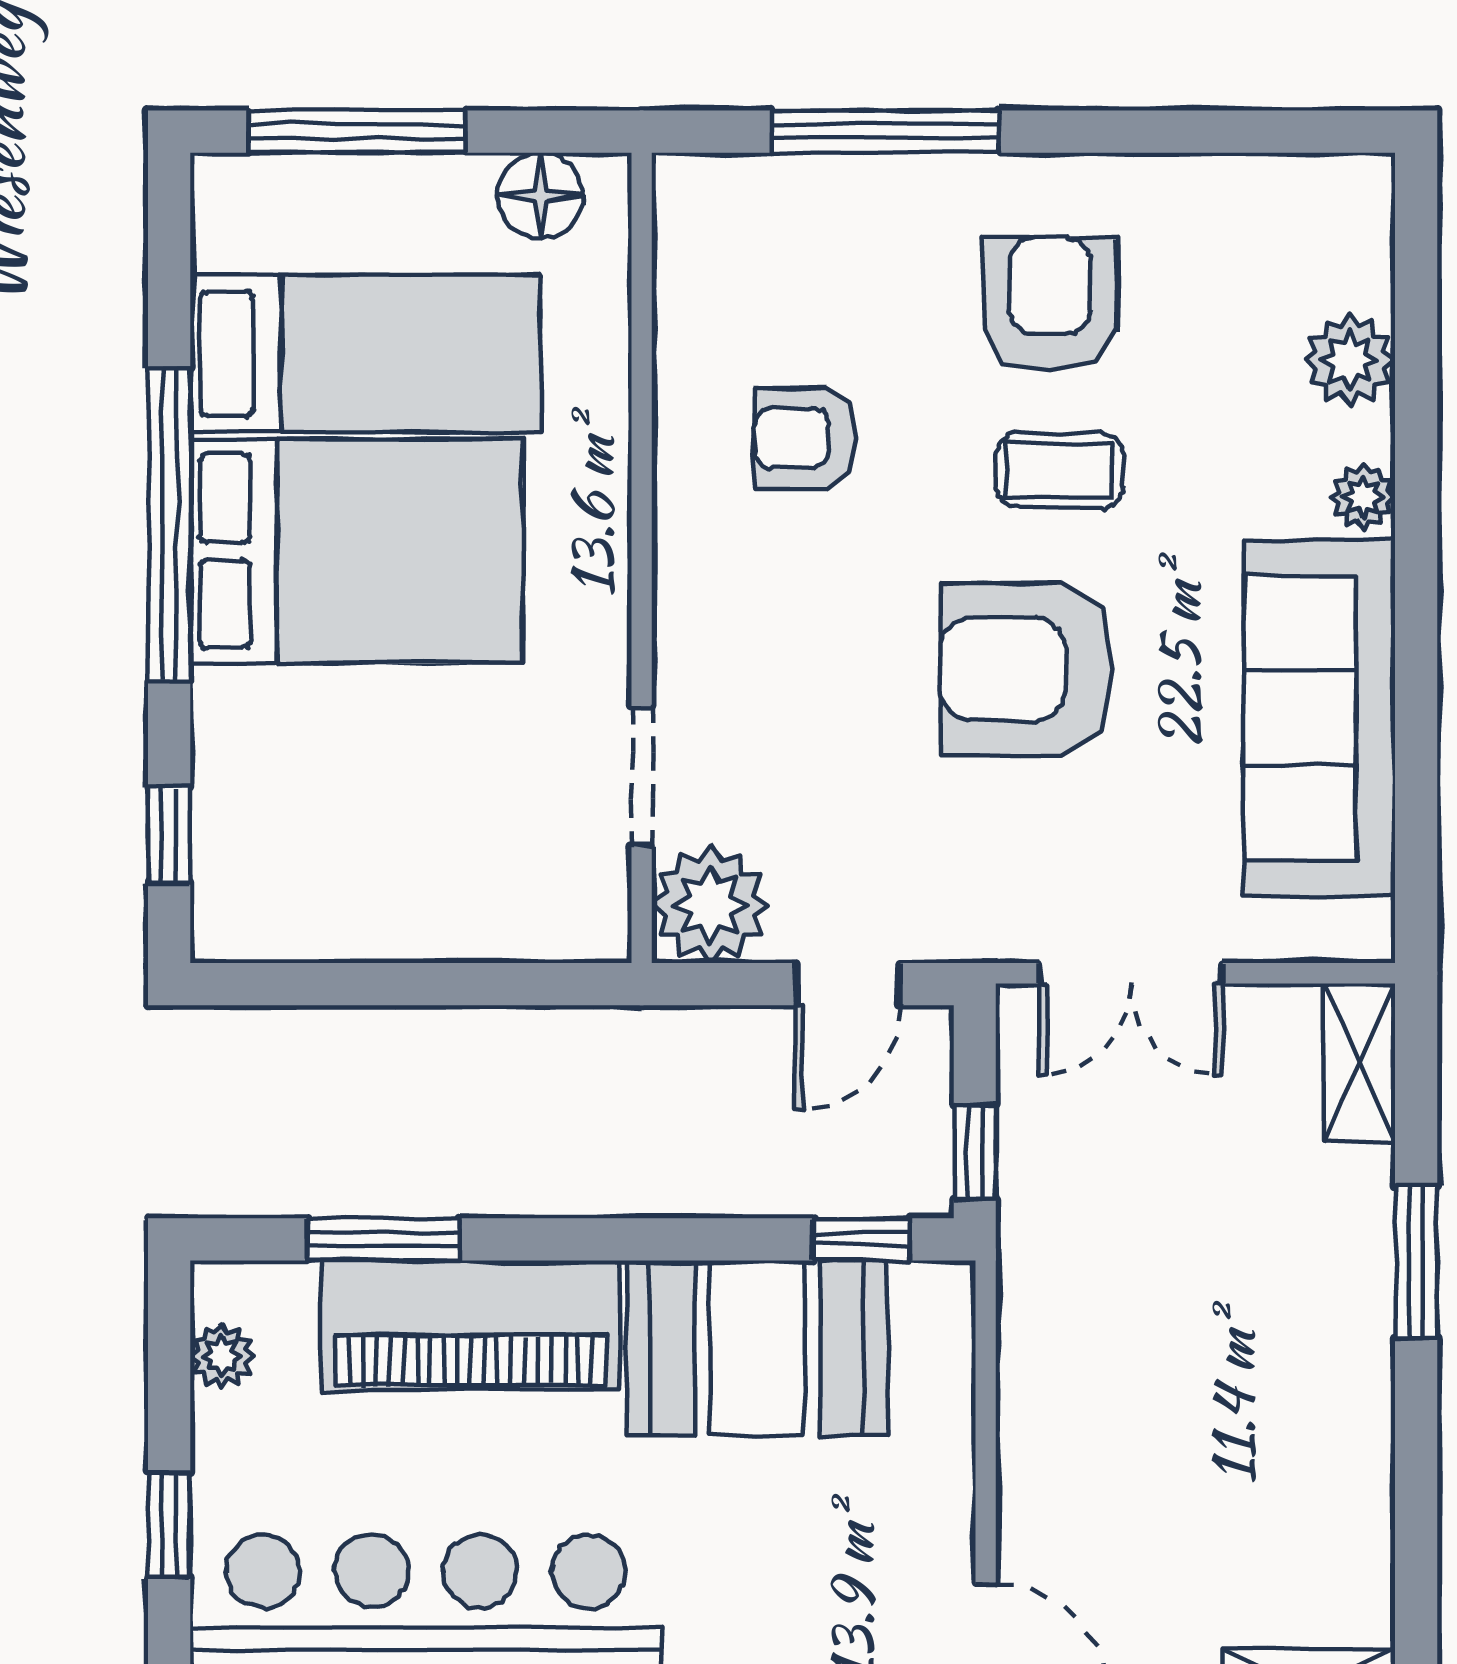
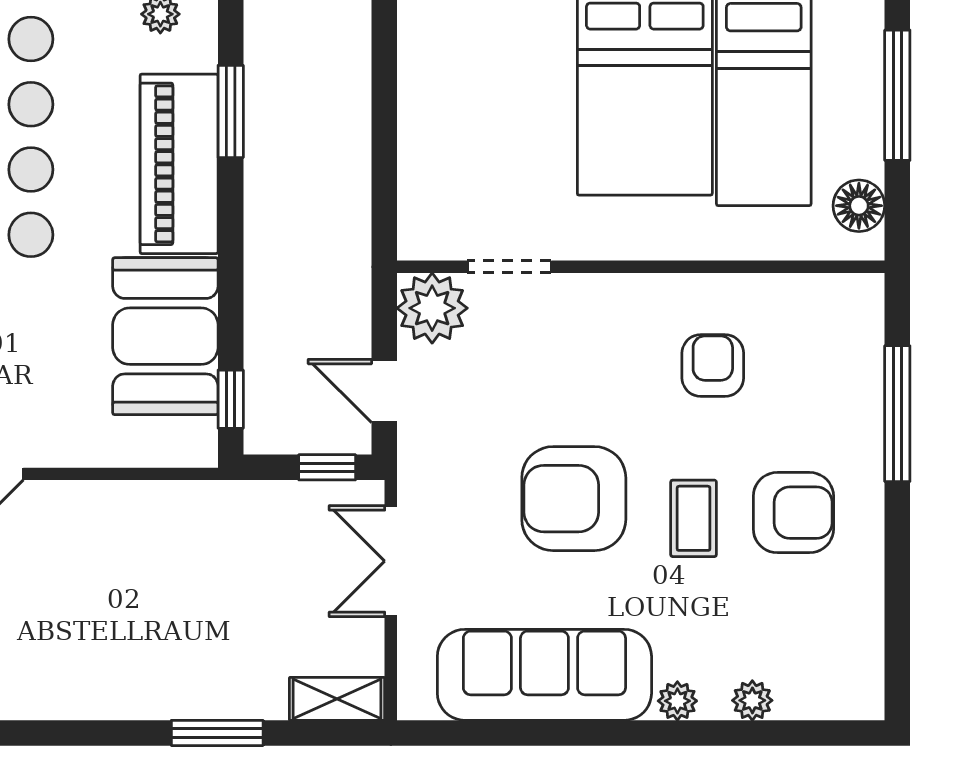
plant: (1350, 360) -> (752, 700), width x0.73, depth x0.73
armchair: (1027, 669) -> (574, 499), turned -90
window: (975, 1152) -> (327, 467), moved

